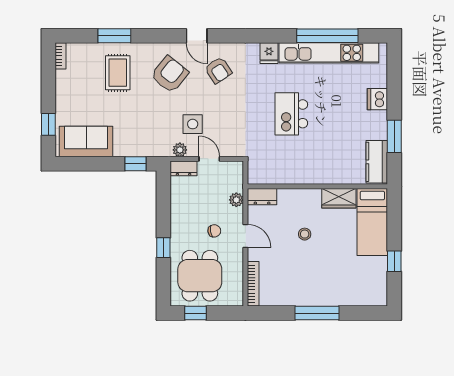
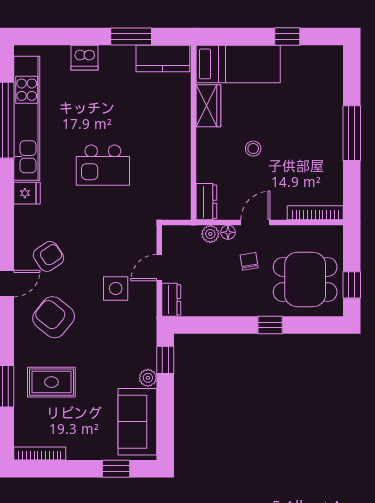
bookcase: (61, 56) -> (40, 454), width x1.56
plant: (180, 150) -> (148, 378), moved
floor lamp: (238, 214) -> (228, 232), added

